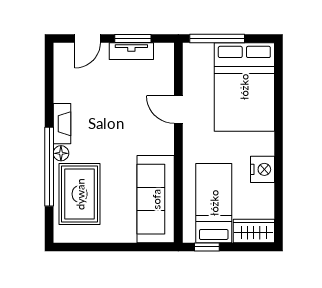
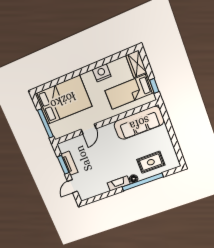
door: (88, 38) -> (72, 186), swing flipped
rug: (80, 194) -> (151, 162), width x0.73, depth x0.70

